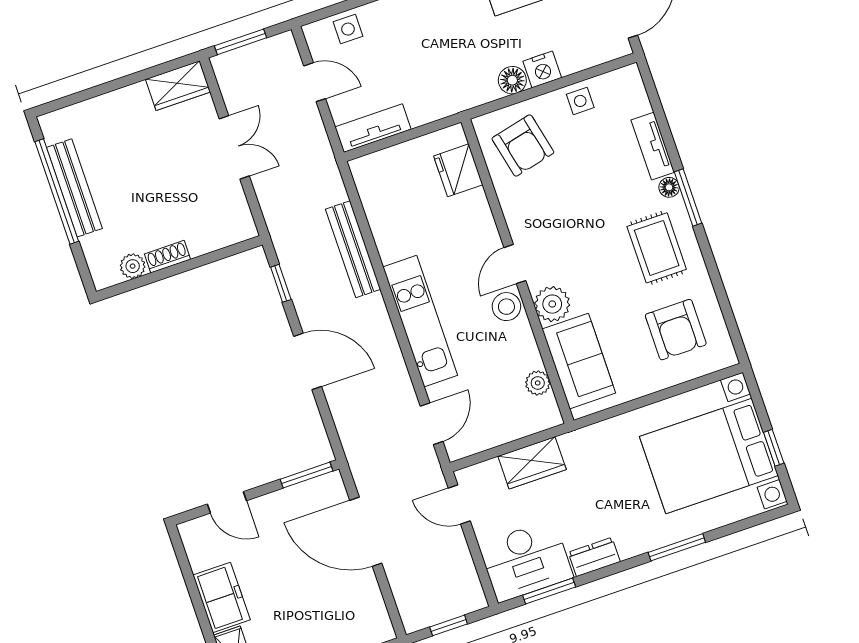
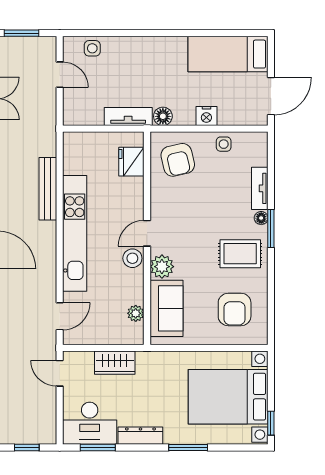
floor lamp: (512, 80) -> (163, 116), moved
tv unit: (373, 128) -> (128, 116), moved
rug: (657, 248) -> (240, 254), turned 90
kitchen unit: (420, 321) -> (75, 233), width x1.36
window: (774, 448) -> (271, 423), moved
dresser: (594, 557) -> (140, 436), width x1.44

